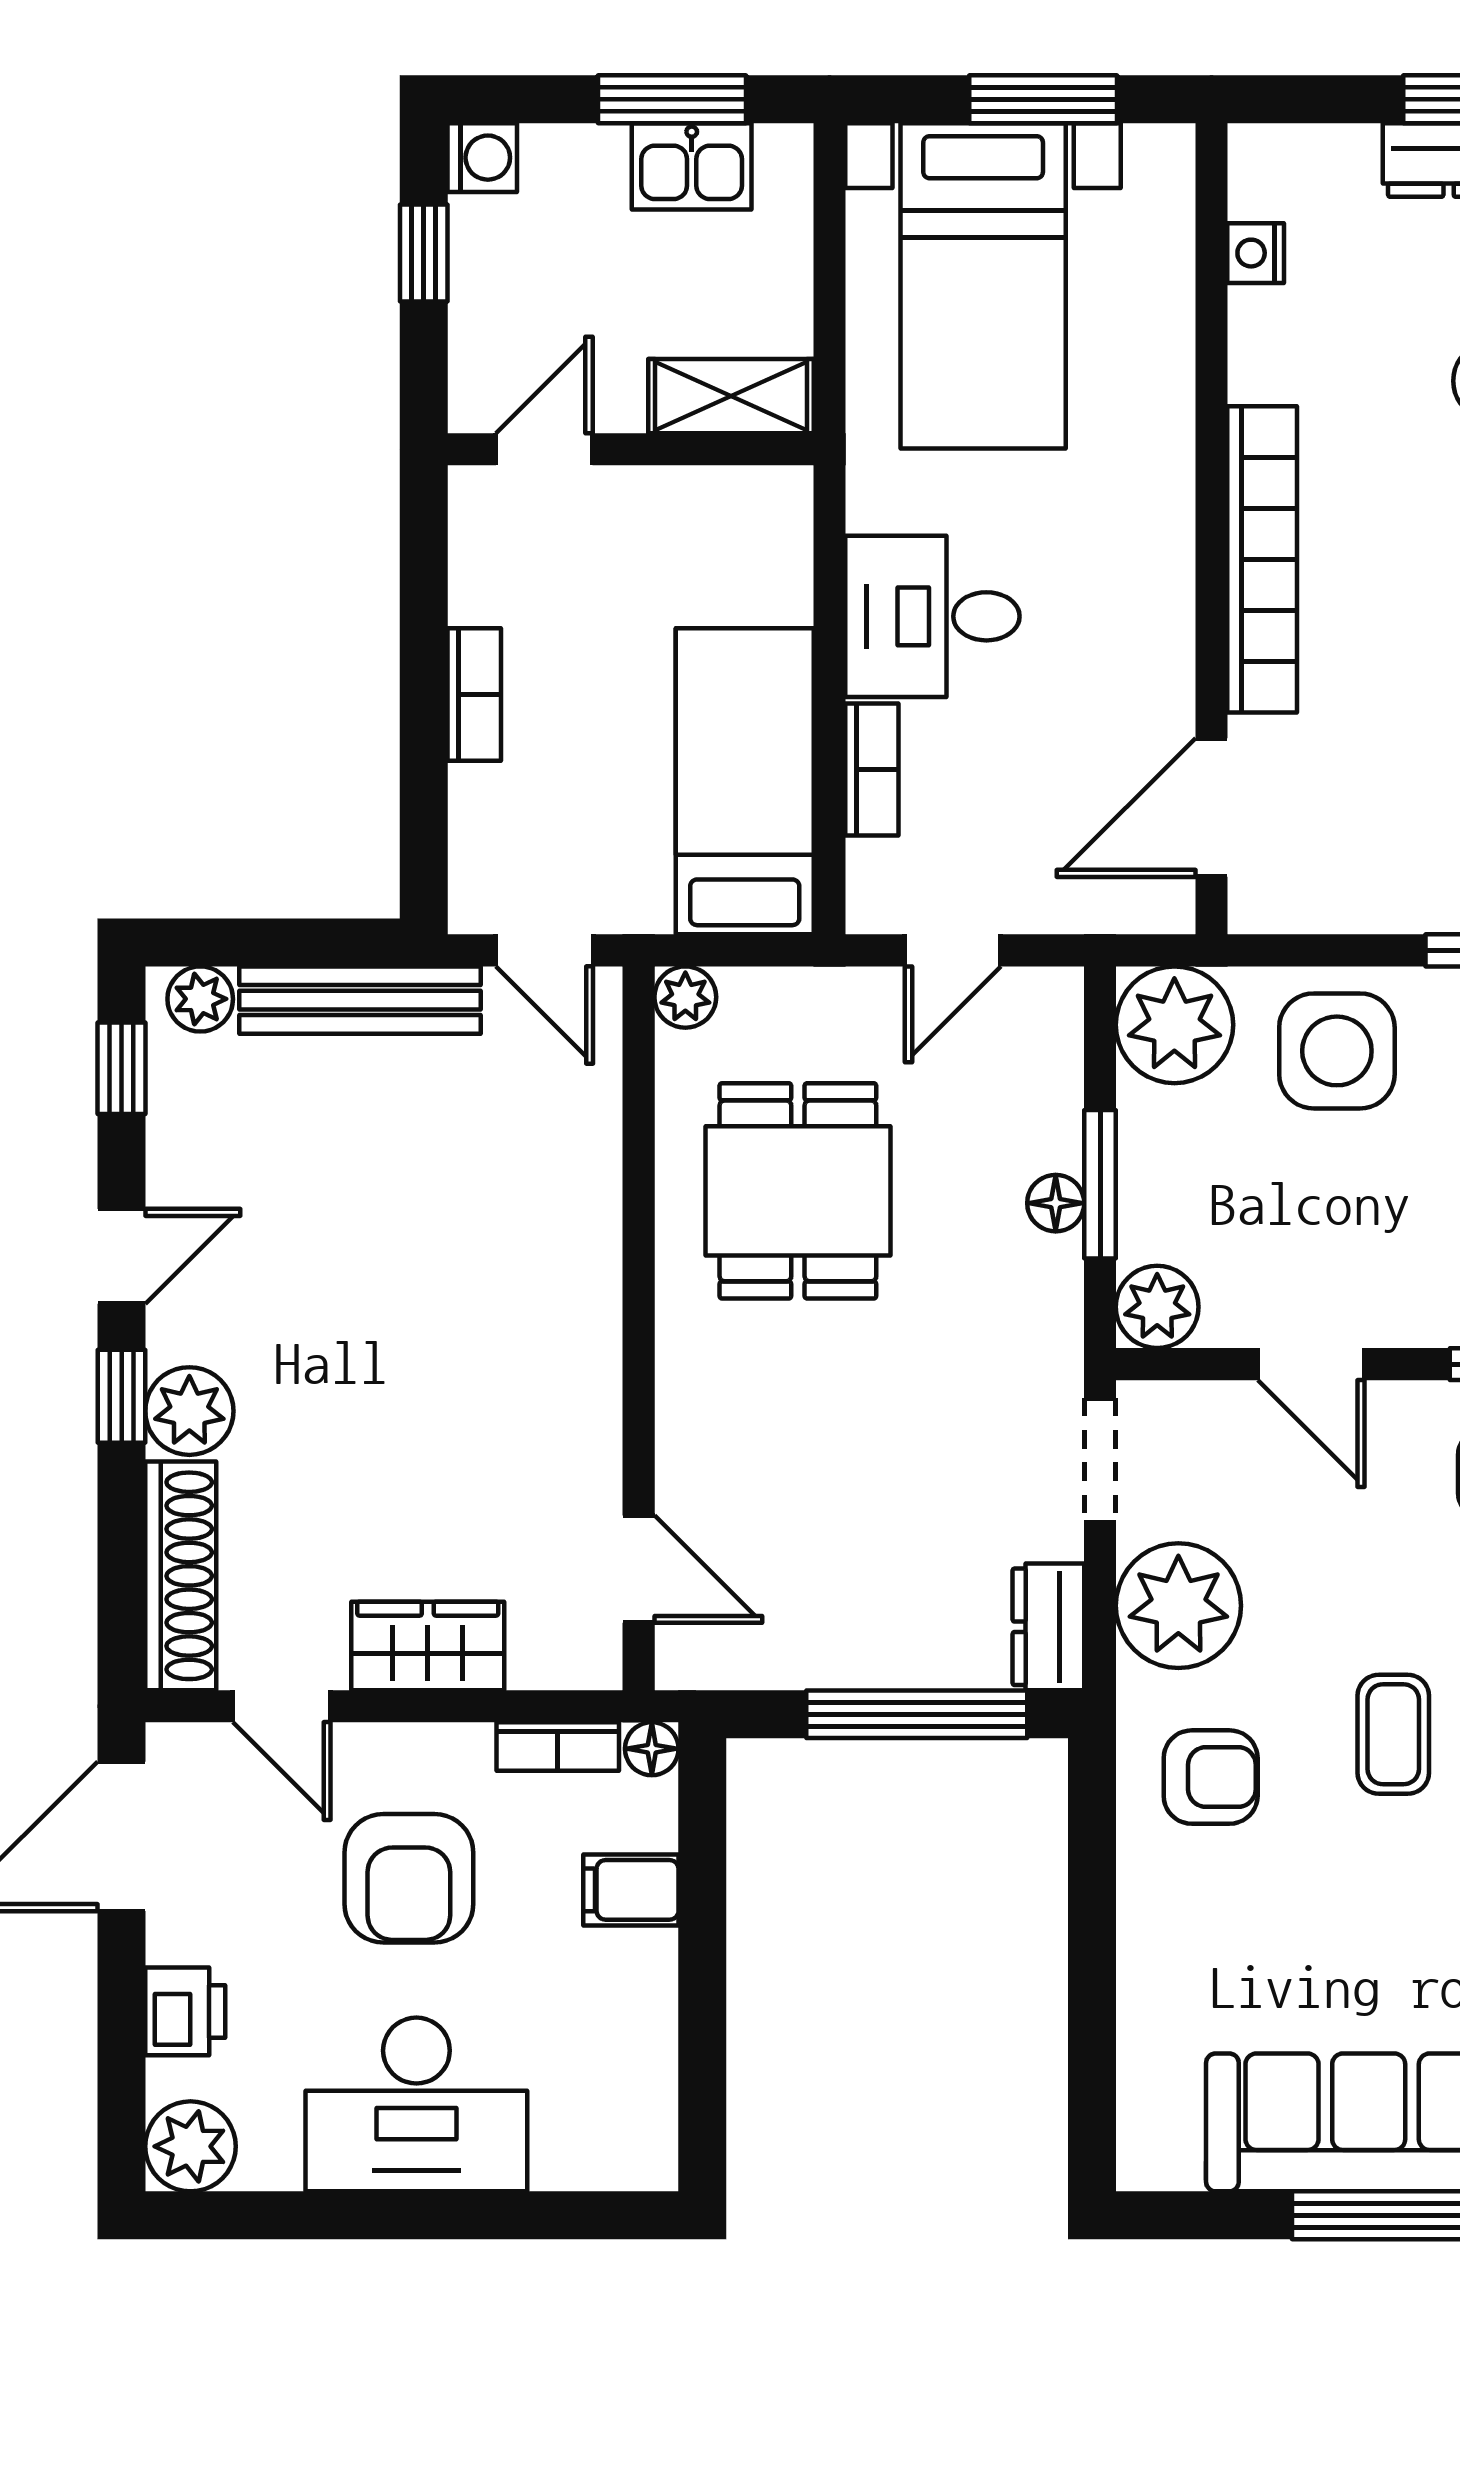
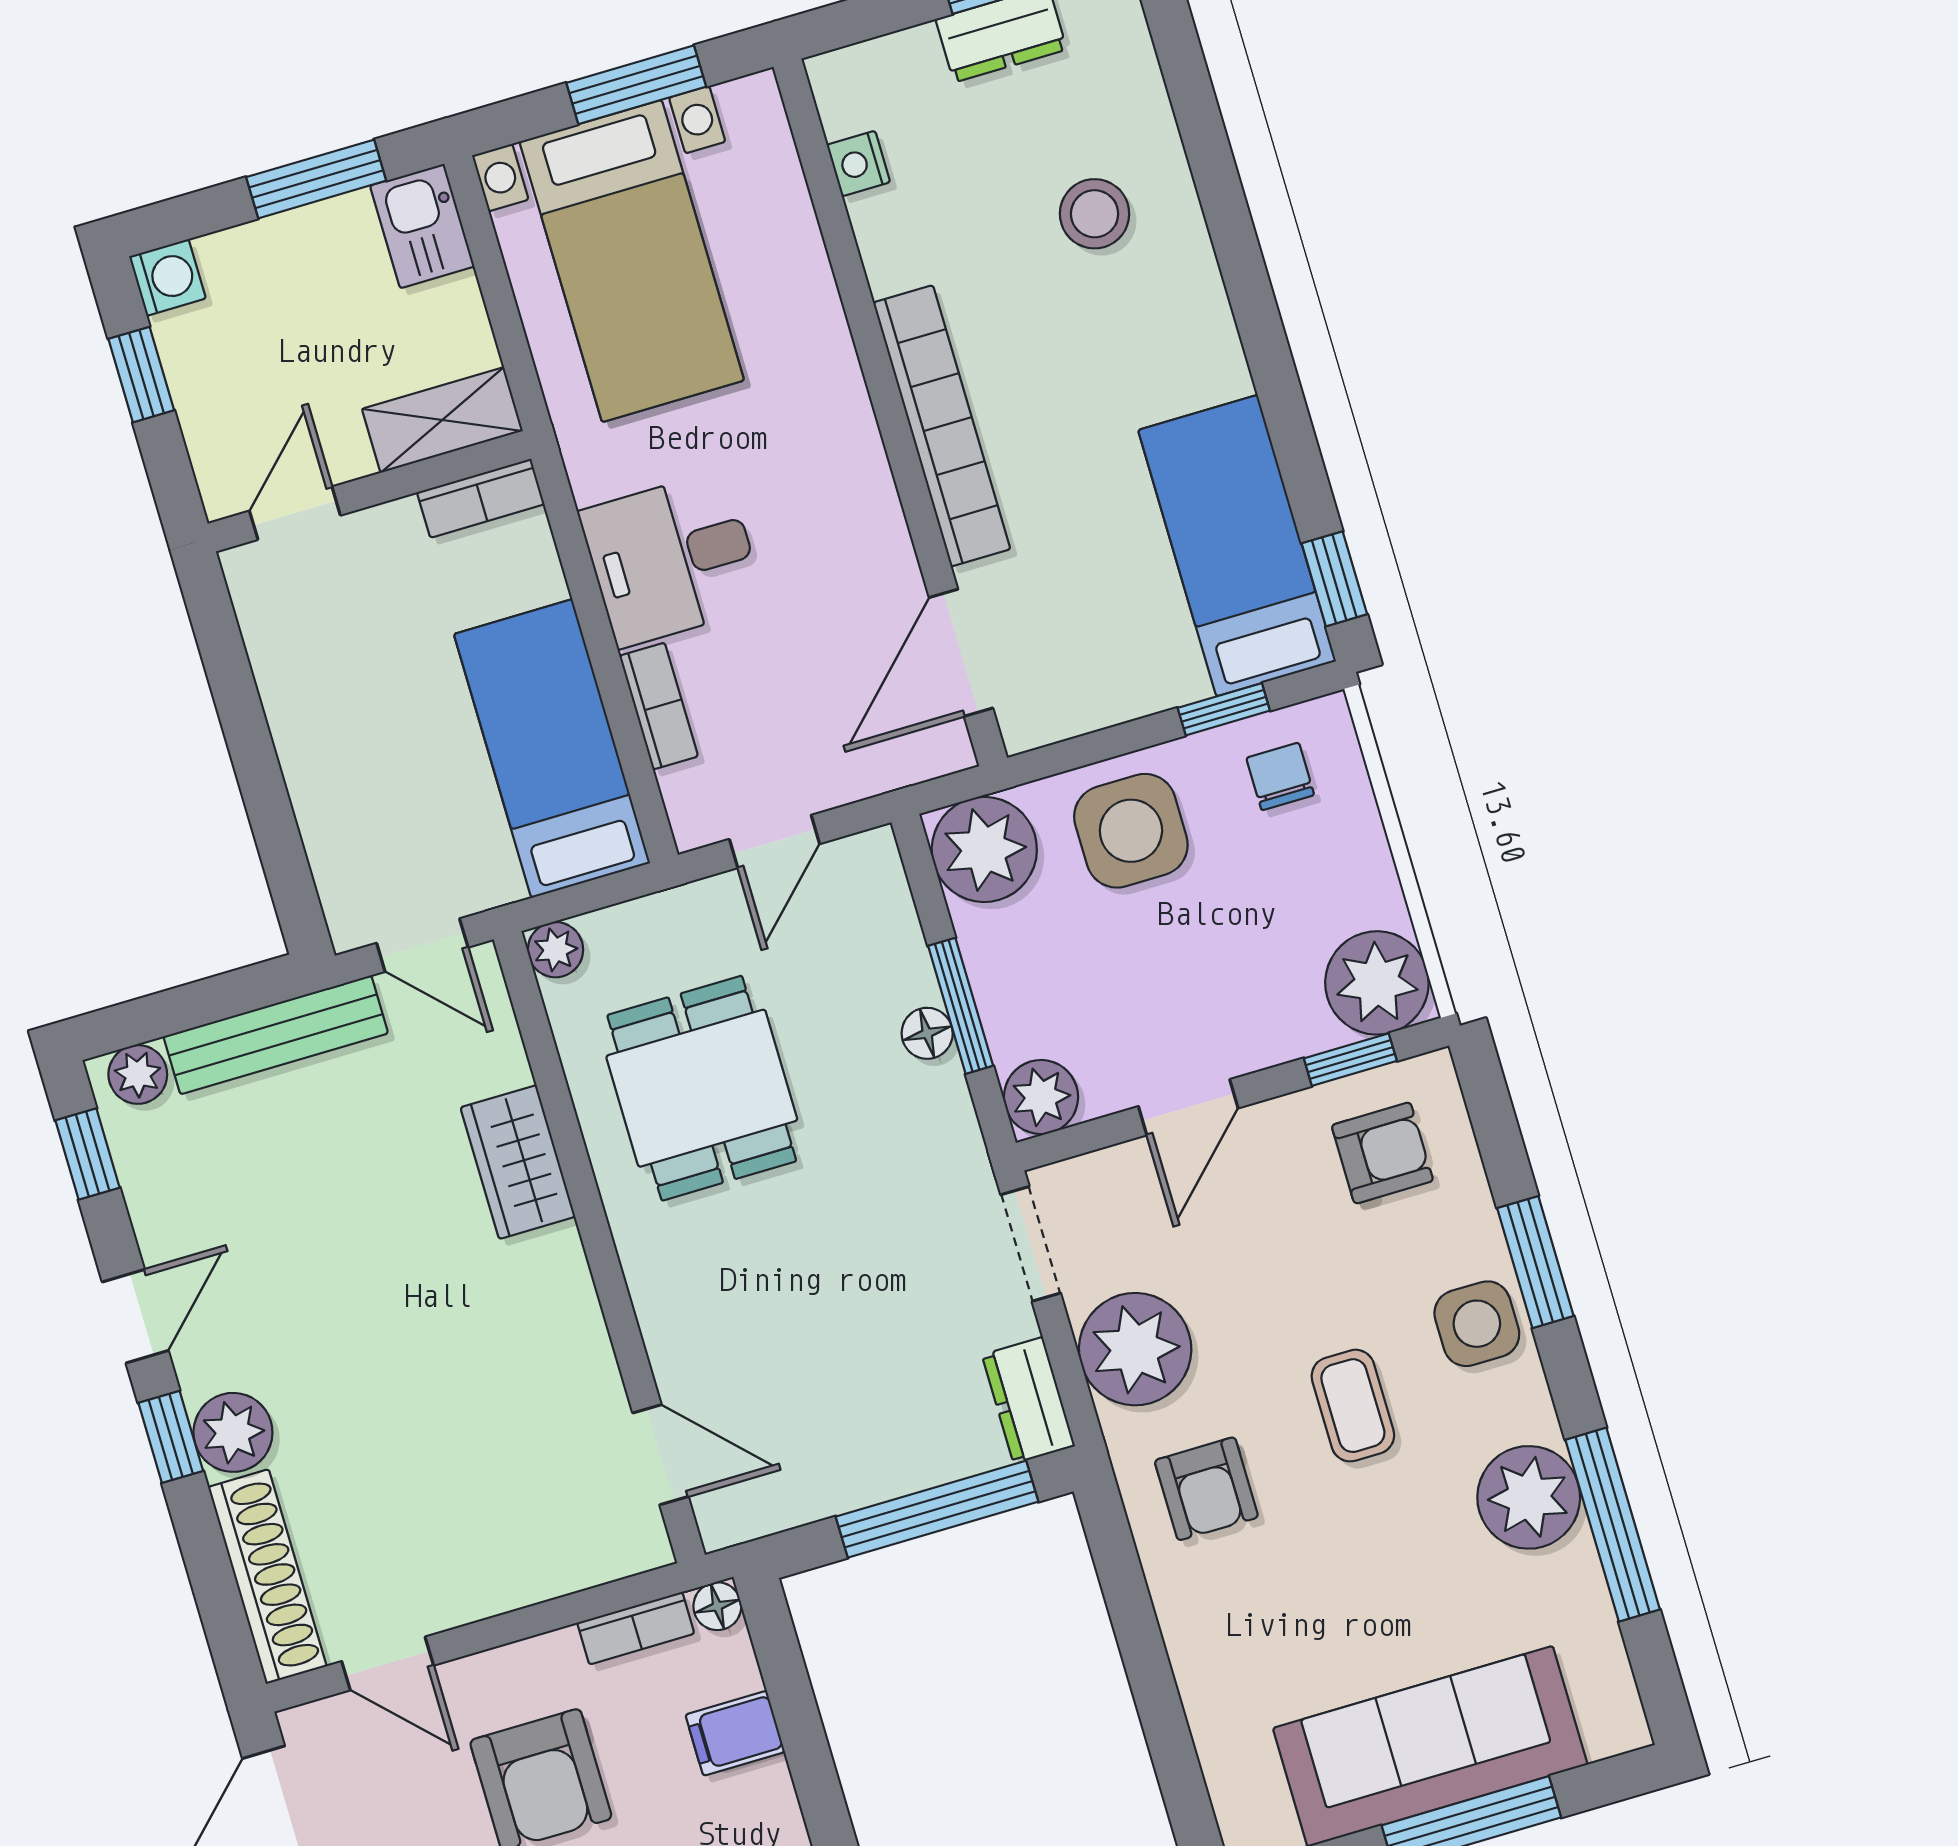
kitchen sink: (692, 166) -> (422, 226), moved, turned 90
bookcase: (474, 694) -> (481, 498), moved, turned 90
door: (1311, 1364) -> (1188, 1107), hinge flipped
wardrobe: (428, 1646) -> (518, 1162), moved, turned -90
armchair: (1211, 1777) -> (1206, 1489), turned 90

